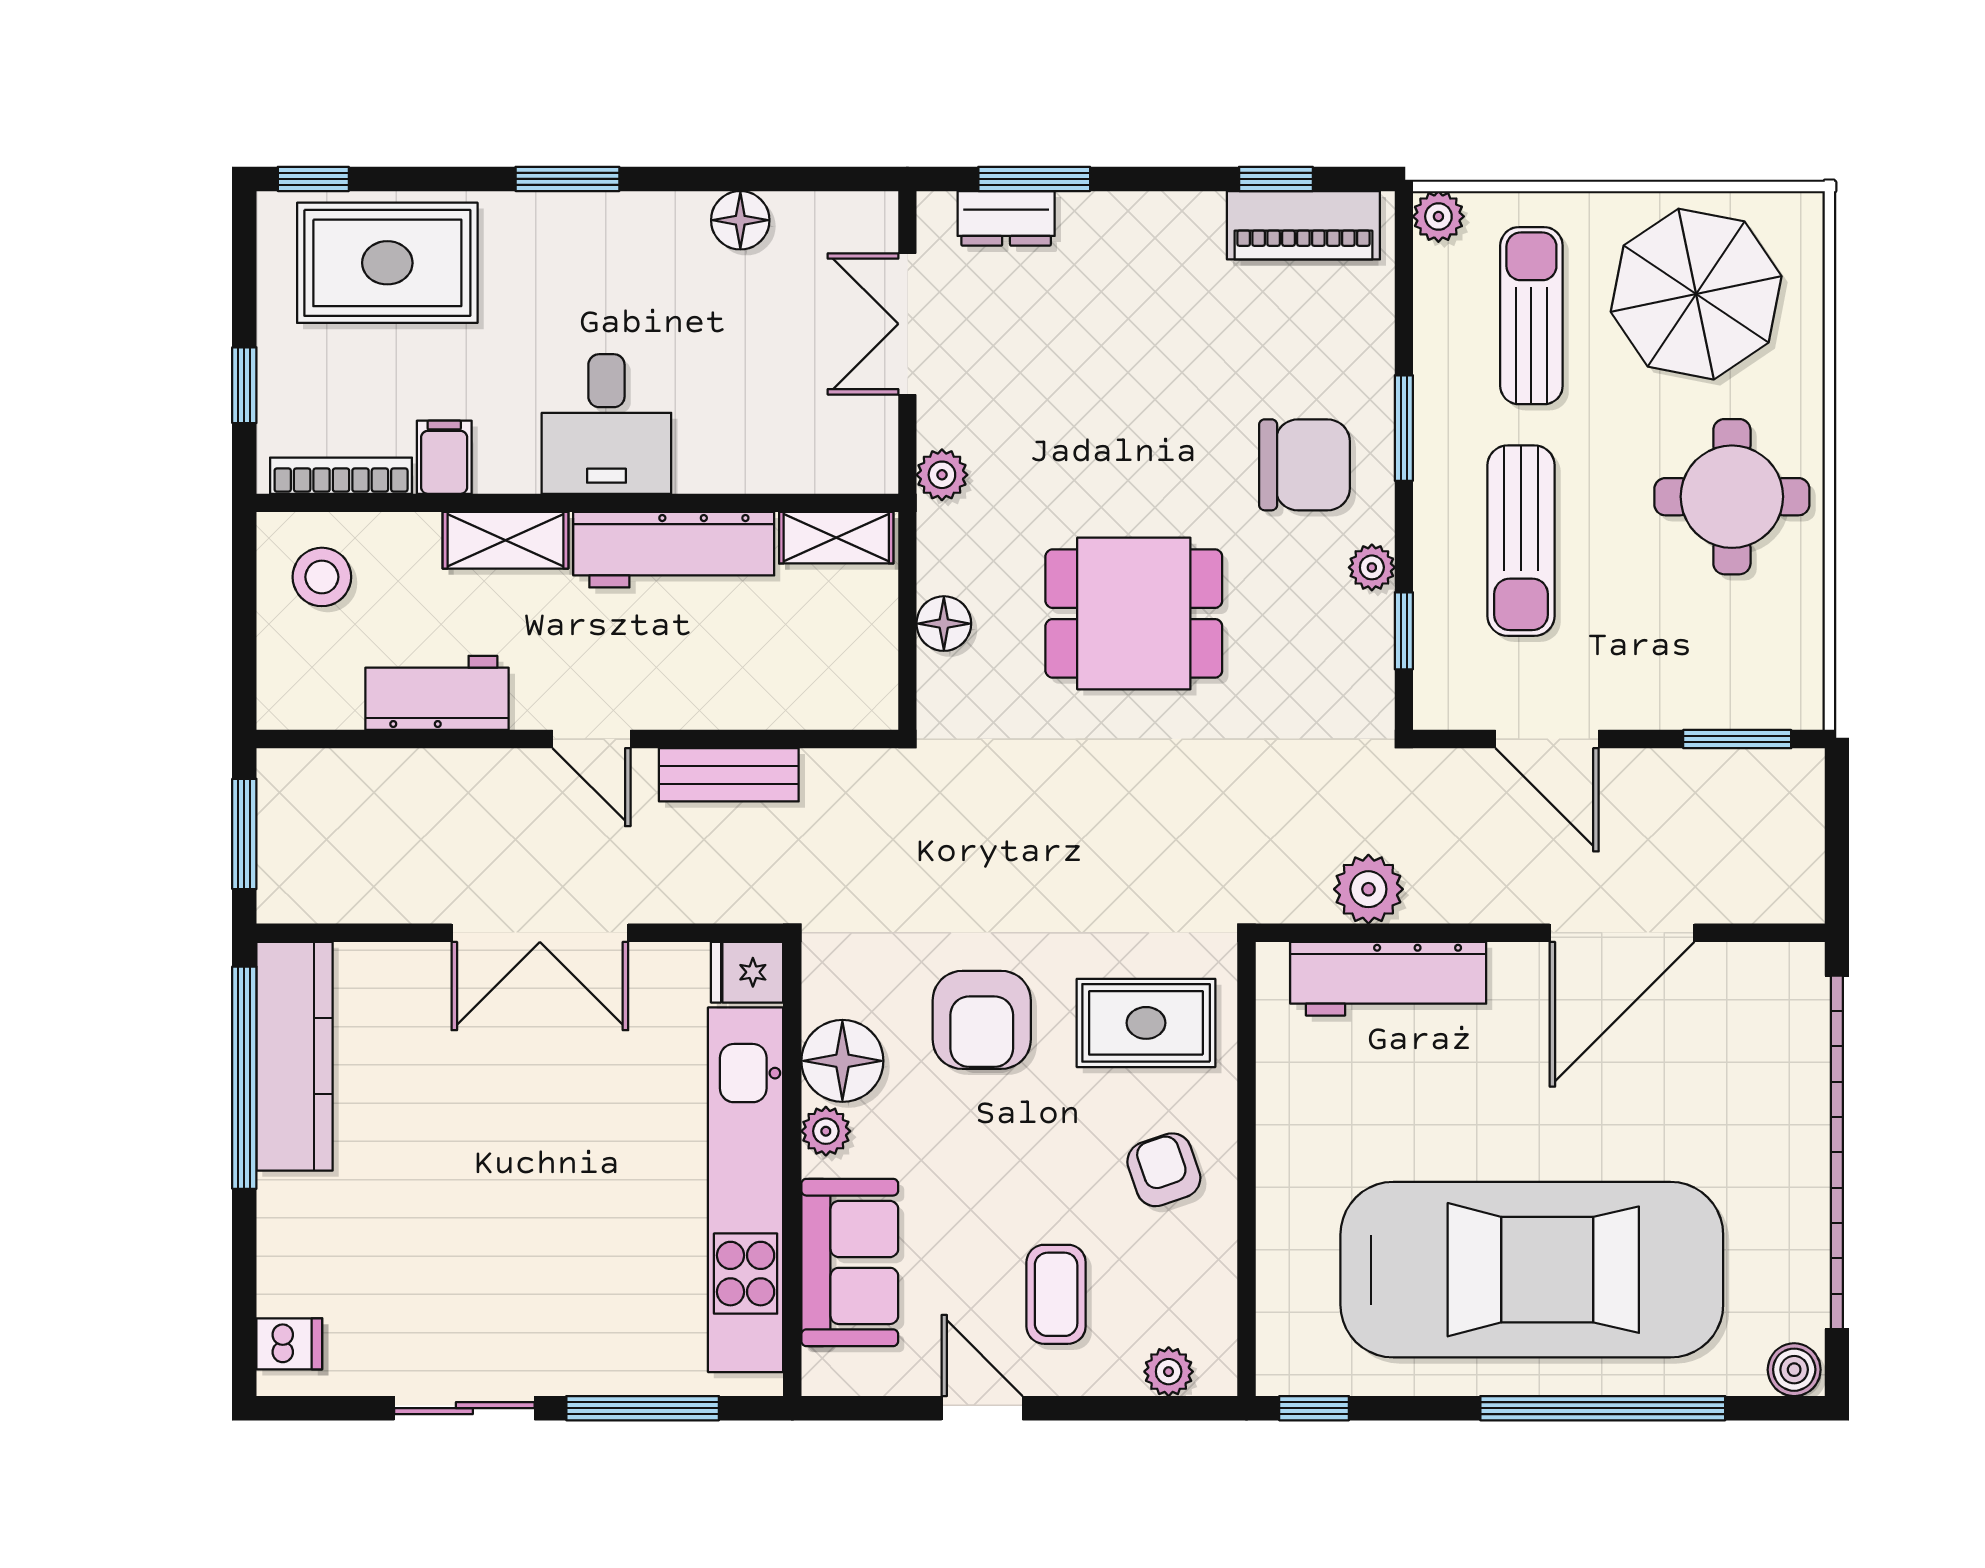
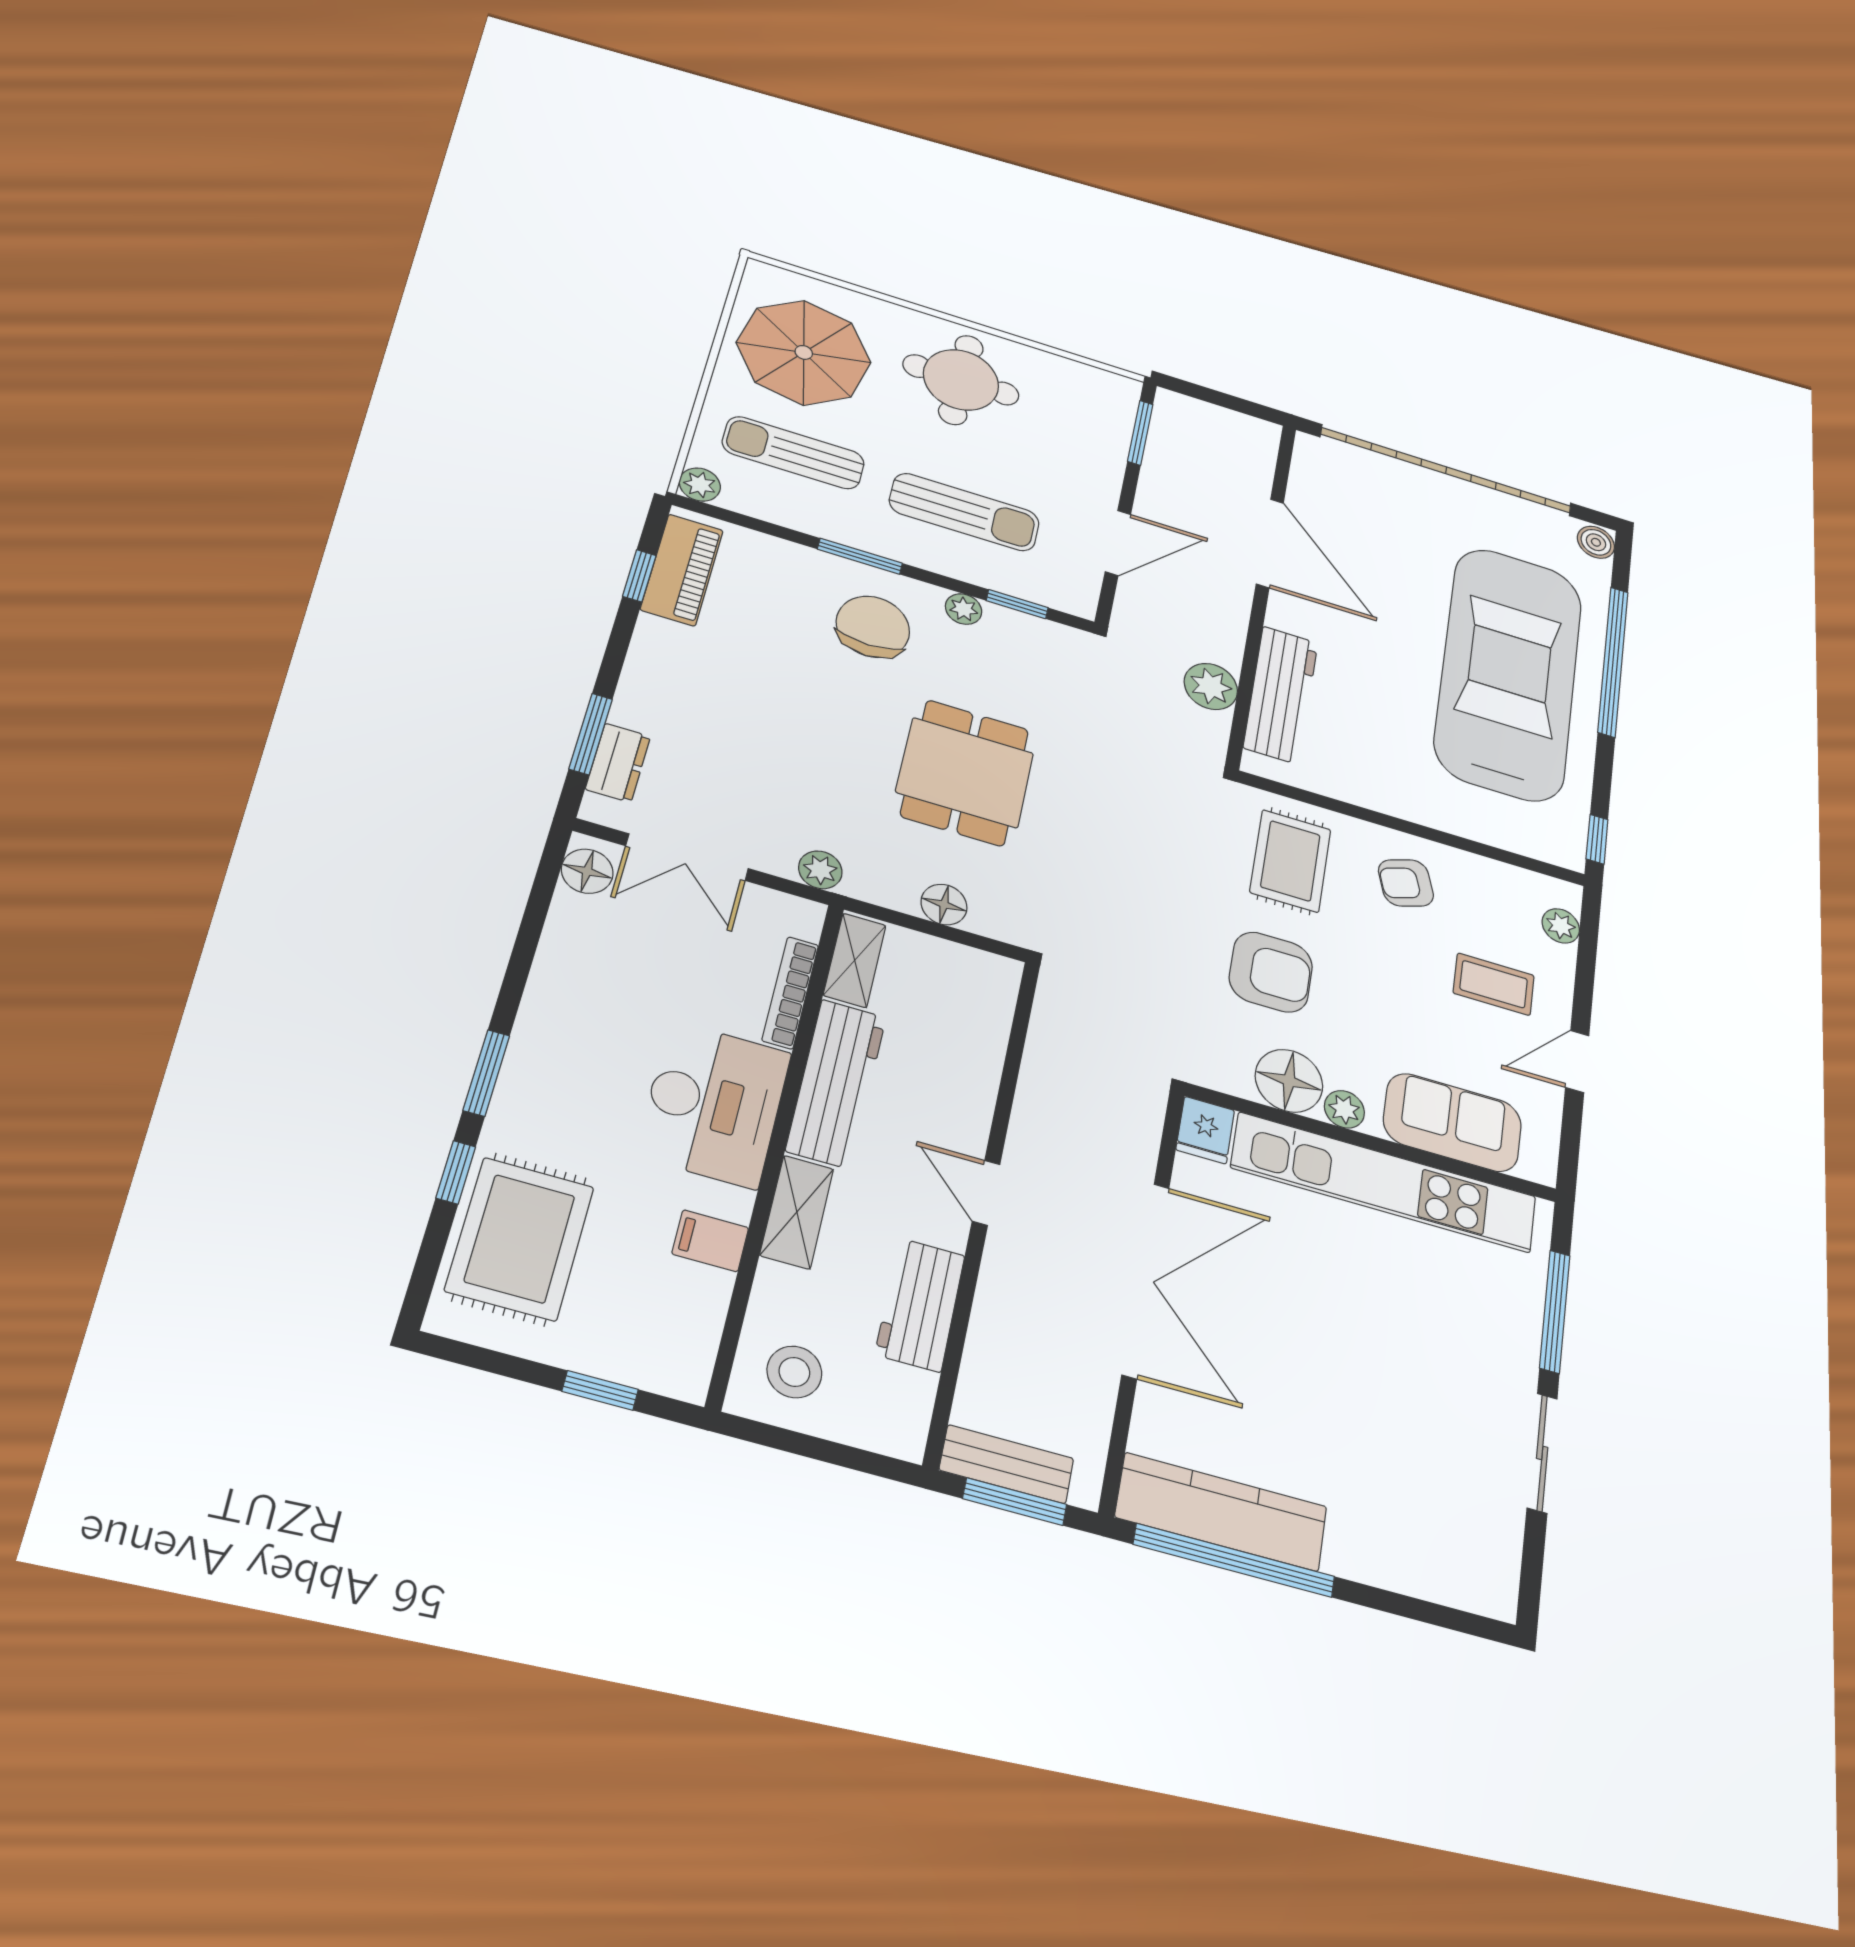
window: (313, 179) -> (456, 1172), moved
floor lamp: (740, 220) -> (587, 871), moved
desk: (606, 424) -> (714, 1104), width x1.37
bookcase: (341, 476) -> (790, 993), moved
door: (591, 739) -> (986, 1193), swing flipped
bench: (729, 775) -> (1007, 1464), moved, turned 90
double door: (540, 933) -> (1146, 1280), width x1.36
dishwasher: (289, 1344) -> (1473, 1584), removed

